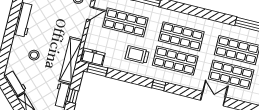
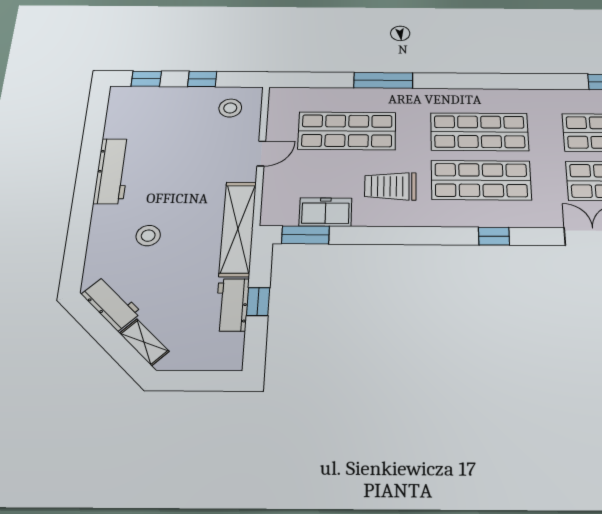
door: (90, 13) -> (261, 154), moved
freezer: (93, 57) -> (325, 212), moved
window: (159, 85) -> (494, 236), moved

